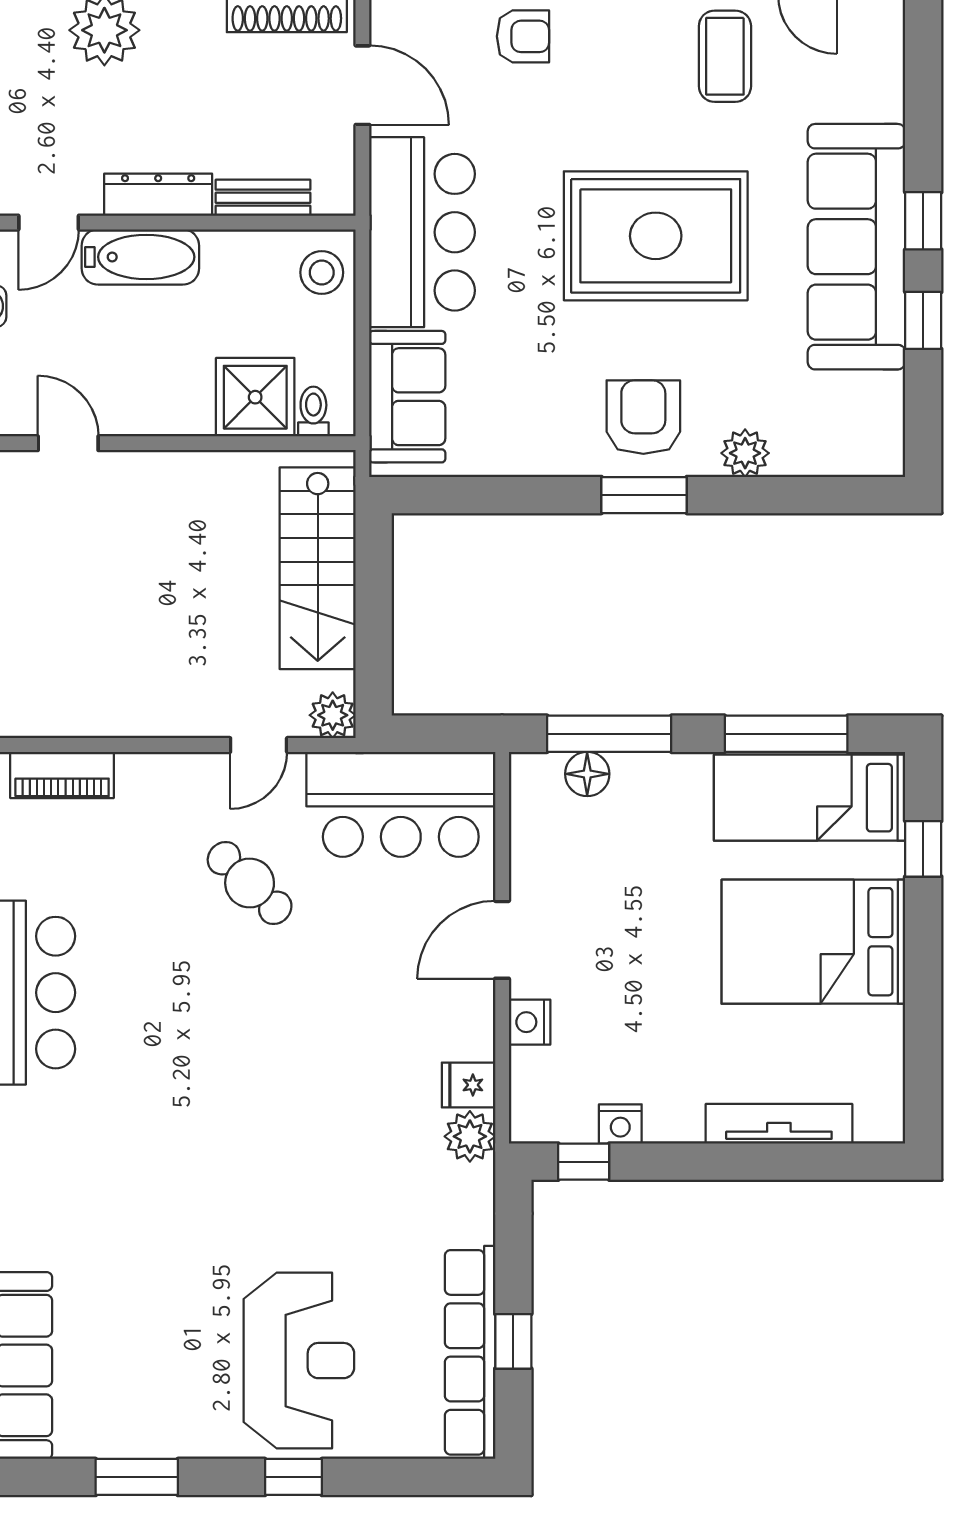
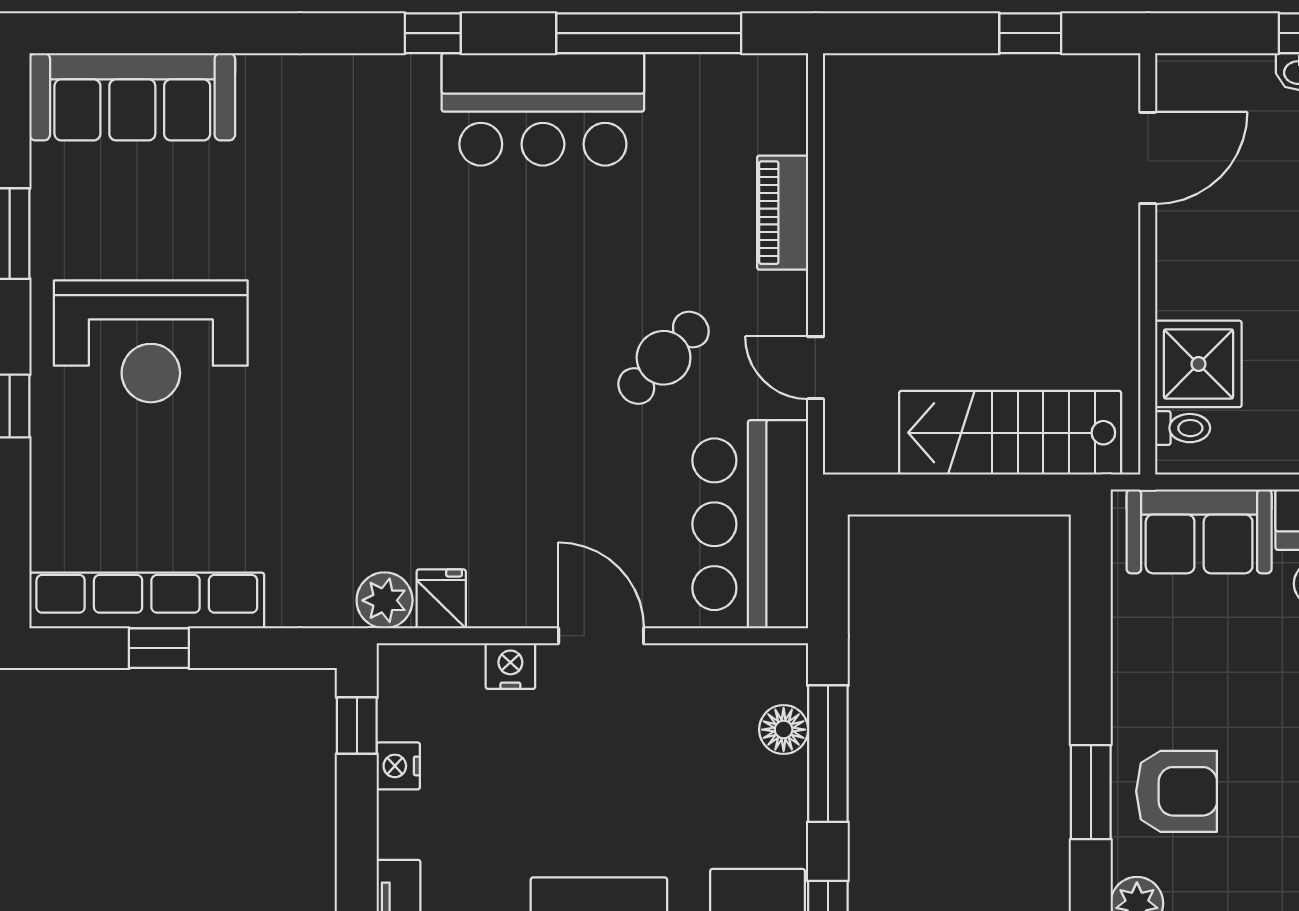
door: (68, 443) -> (1148, 158), width x1.38
plant: (333, 715) -> (848, 449), removed
piano: (62, 775) -> (783, 213), moved
reception desk: (299, 1361) -> (151, 341), moved

